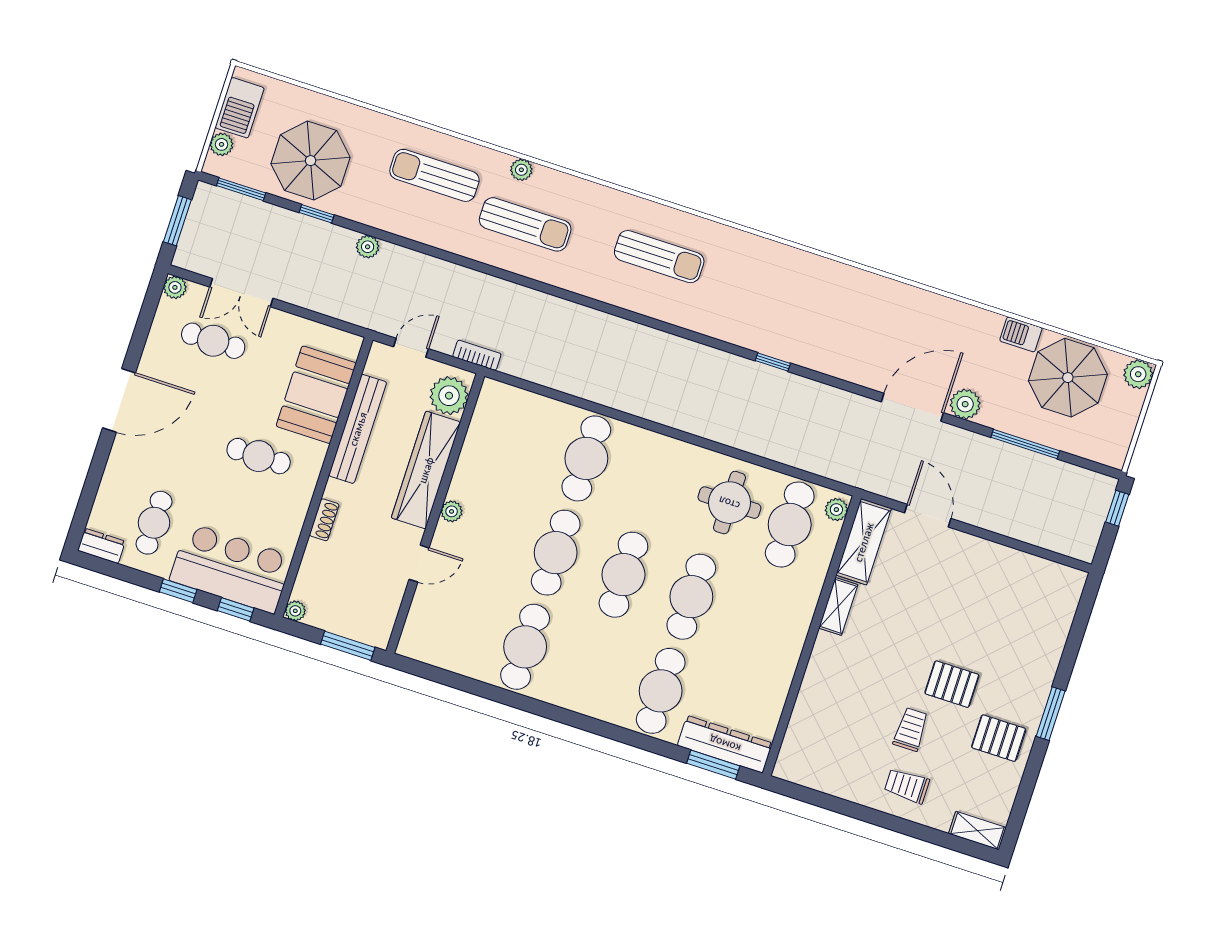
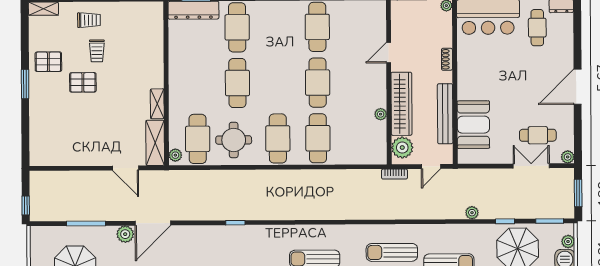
cafe table: (259, 456) -> (493, 82), removed
plant: (452, 511) -> (381, 114), moved
cafe table: (623, 575) -> (278, 138), moved

